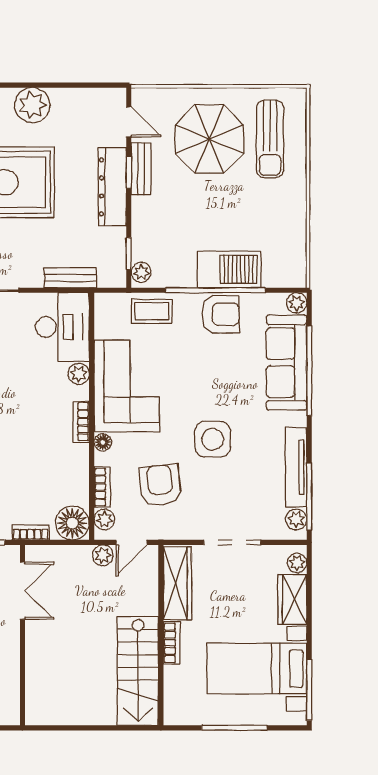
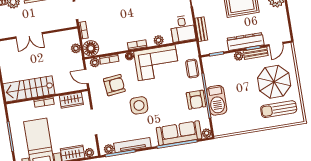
plant: (141, 272) -> (239, 56), moved
desk: (62, 327) -> (183, 29), width x0.73
plant: (103, 555) -> (76, 48), moved
wardrobe: (177, 583) -> (71, 100), width x0.67
double door: (22, 591) -> (29, 35), moved

